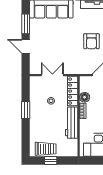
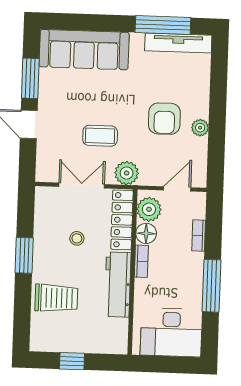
coffee table: (61, 51) -> (100, 136), added
plant: (74, 68) -> (127, 173), added
plant: (86, 85) -> (149, 209), added
trolley: (46, 149) -> (56, 298), moved

